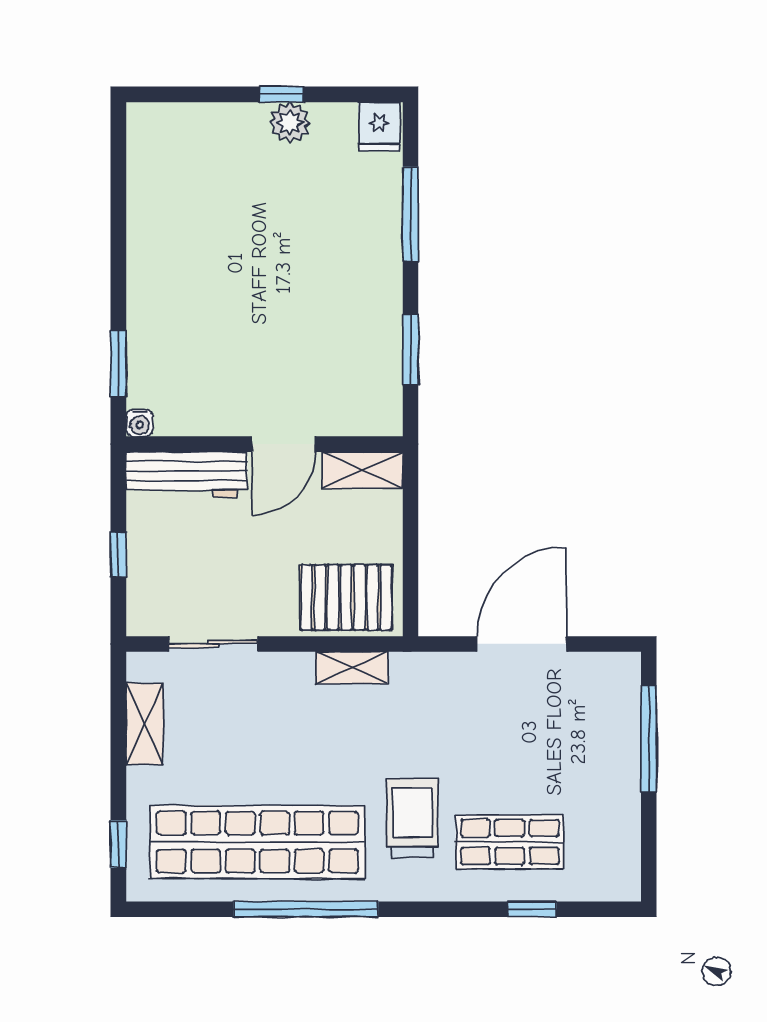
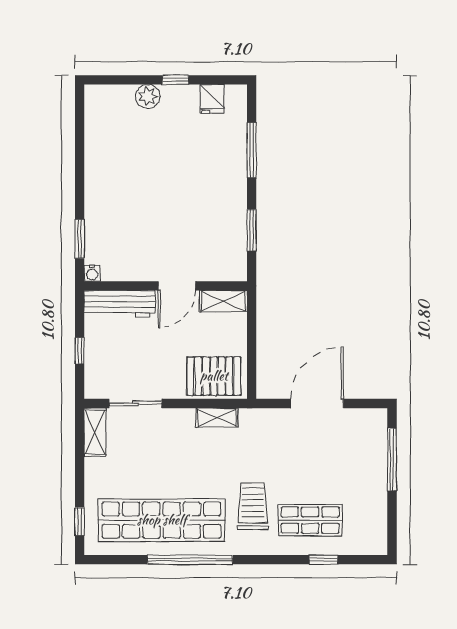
plant: (290, 123) -> (148, 96), moved
fridge: (379, 127) -> (212, 99), moved
shelving: (144, 724) -> (95, 432), moved

